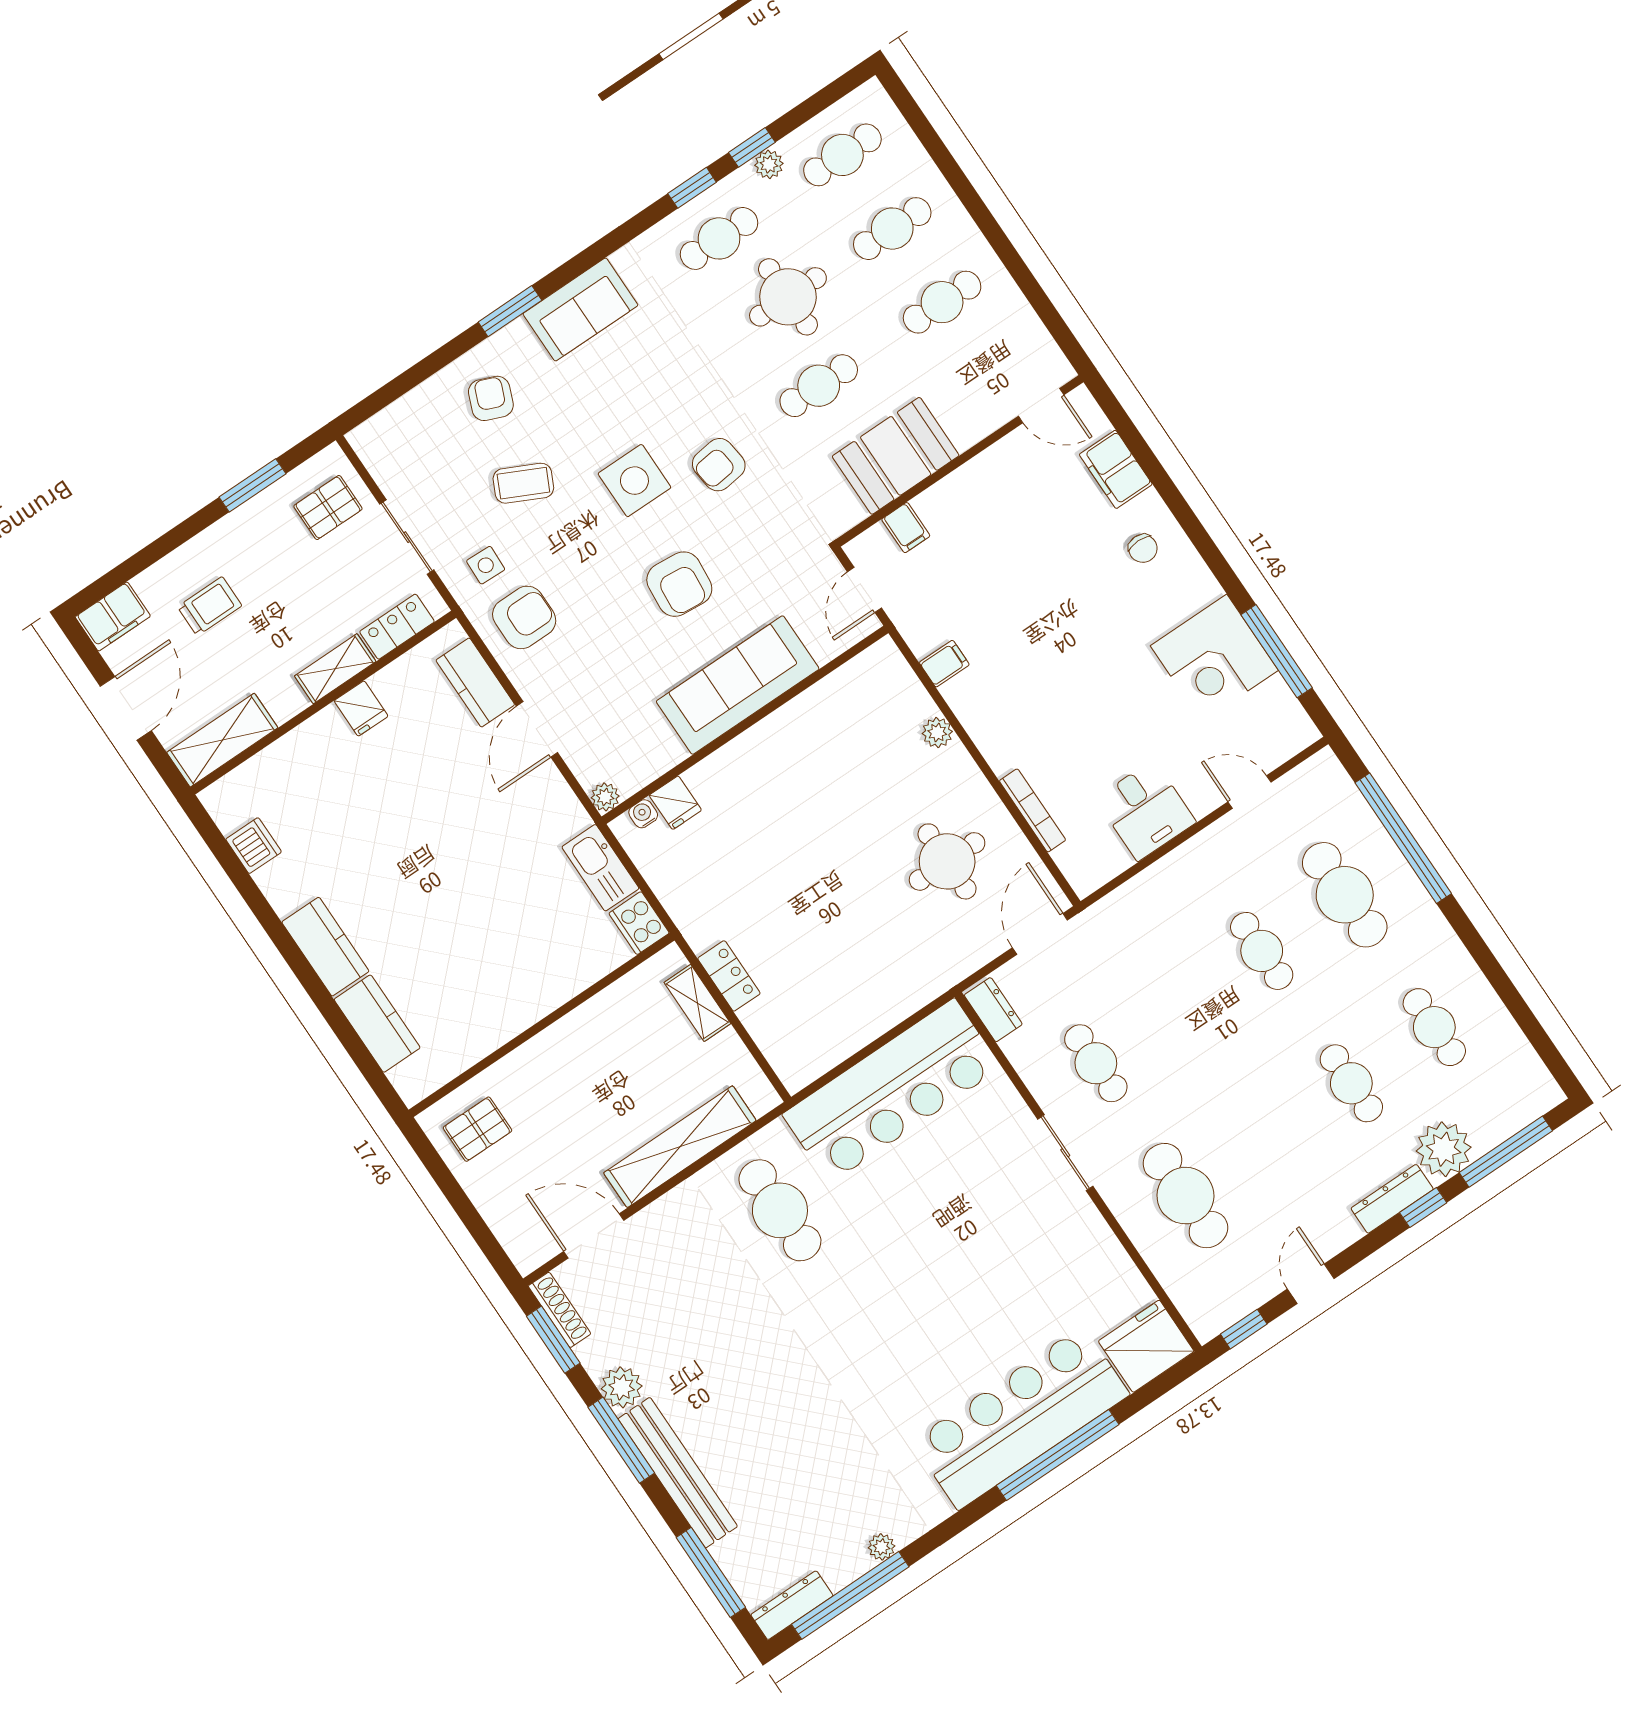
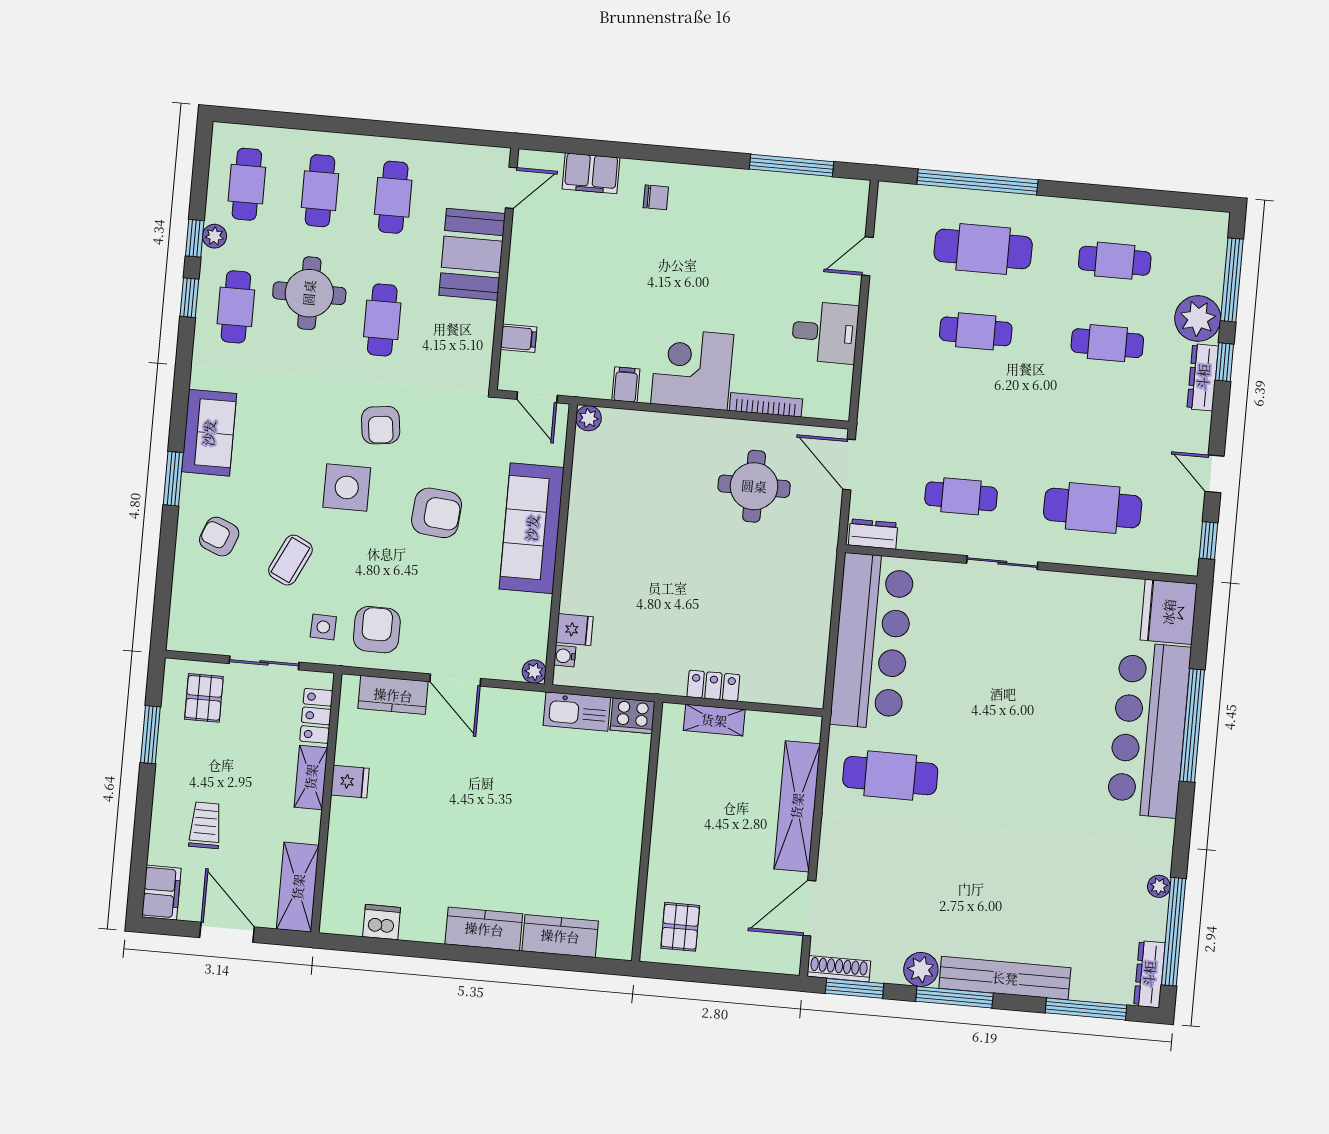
booth: (896, 456) -> (472, 254), moved
corner desk: (1214, 658) -> (692, 369), moved, turned 180
plant: (937, 733) -> (589, 418), moved

